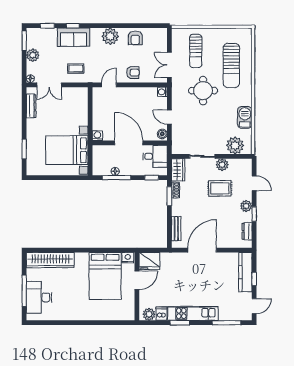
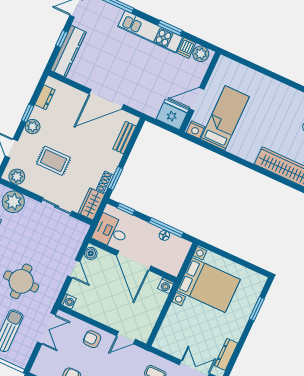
plant: (222, 165) -> (17, 177), moved
bed: (105, 276) -> (225, 118), width x0.67

